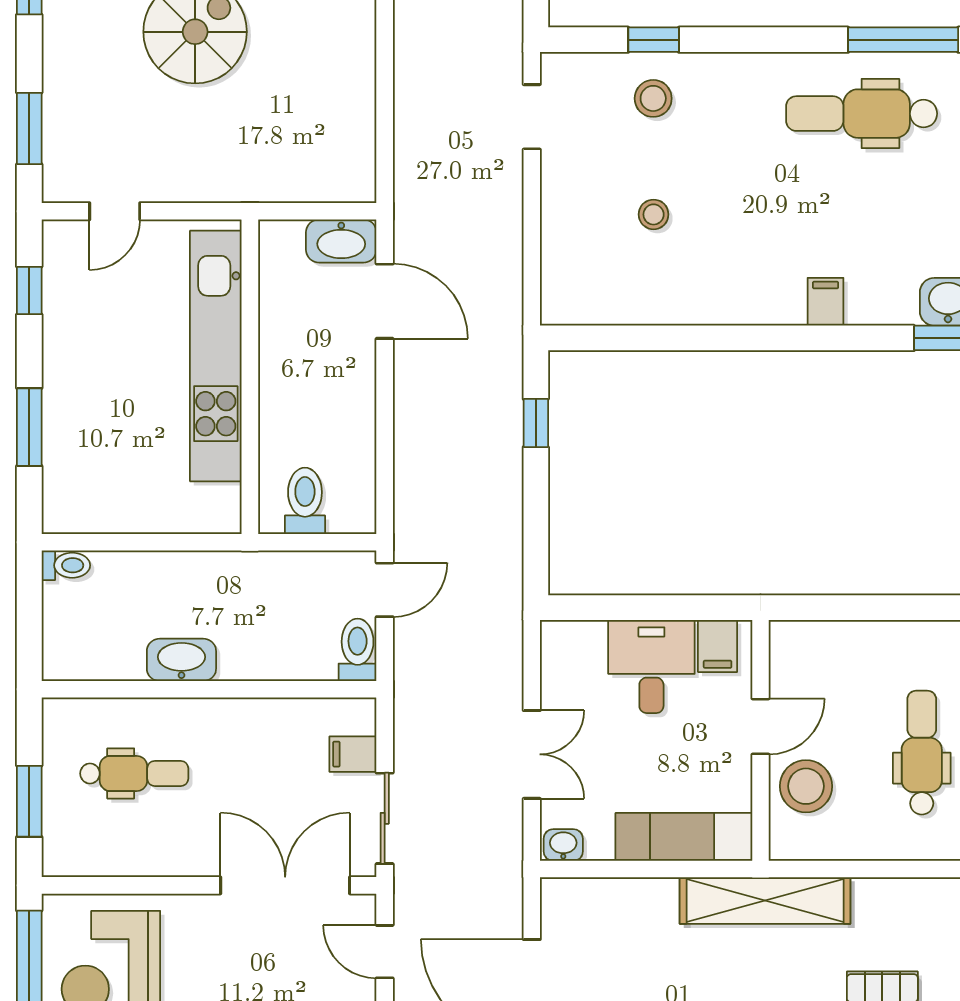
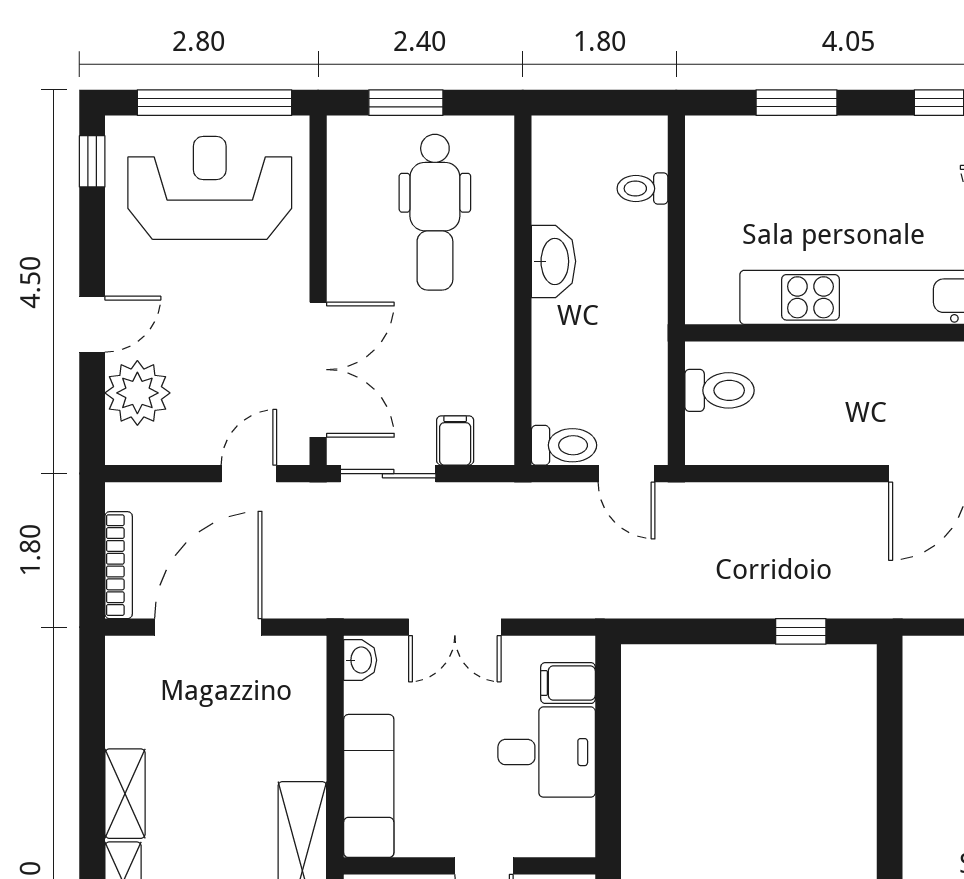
toilet: (66, 565) -> (642, 189), moved, turned 90
filing cabinet: (718, 646) -> (568, 683), moved
dental chair: (134, 773) -> (435, 212), width x1.36, depth x1.38

